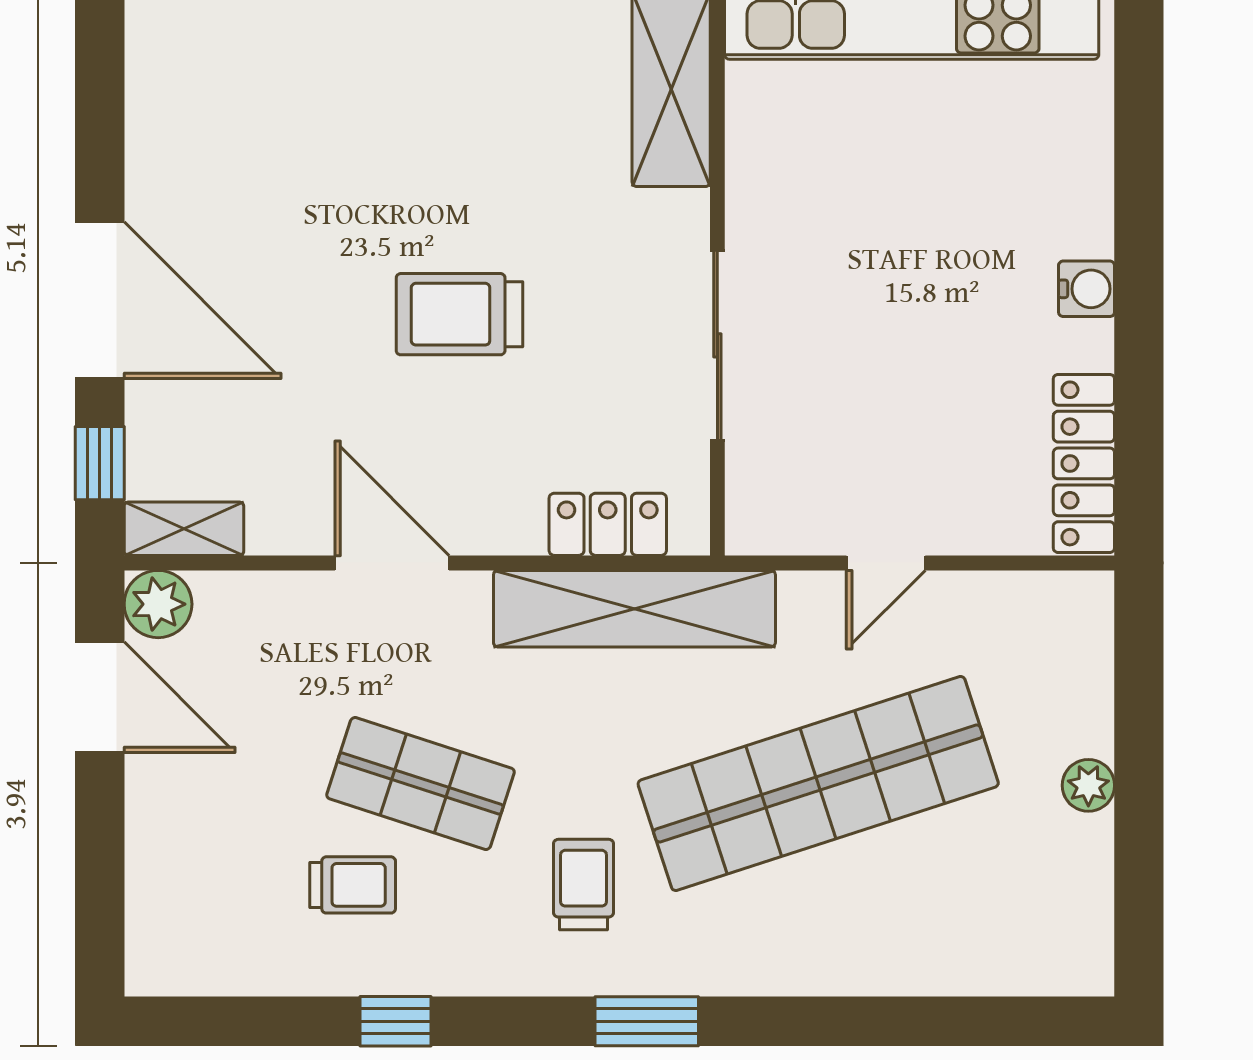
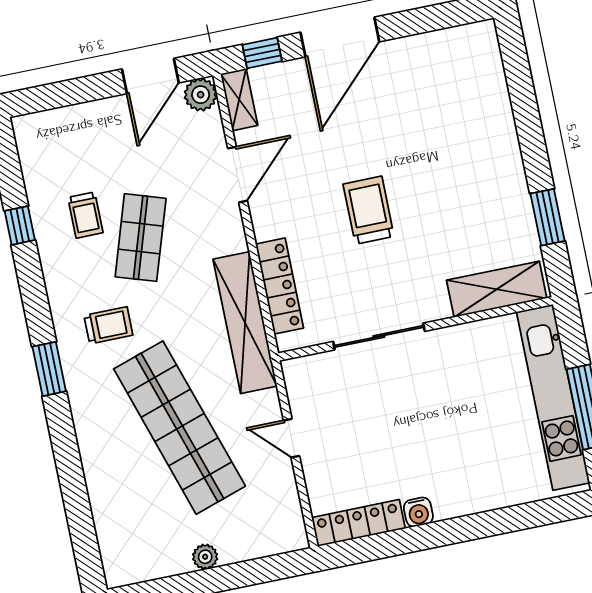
water cooler: (1087, 289) -> (418, 512), moved
locker: (608, 524) -> (280, 286), width x1.53
door: (392, 563) -> (237, 175), moved
window: (396, 1021) -> (20, 225), moved

